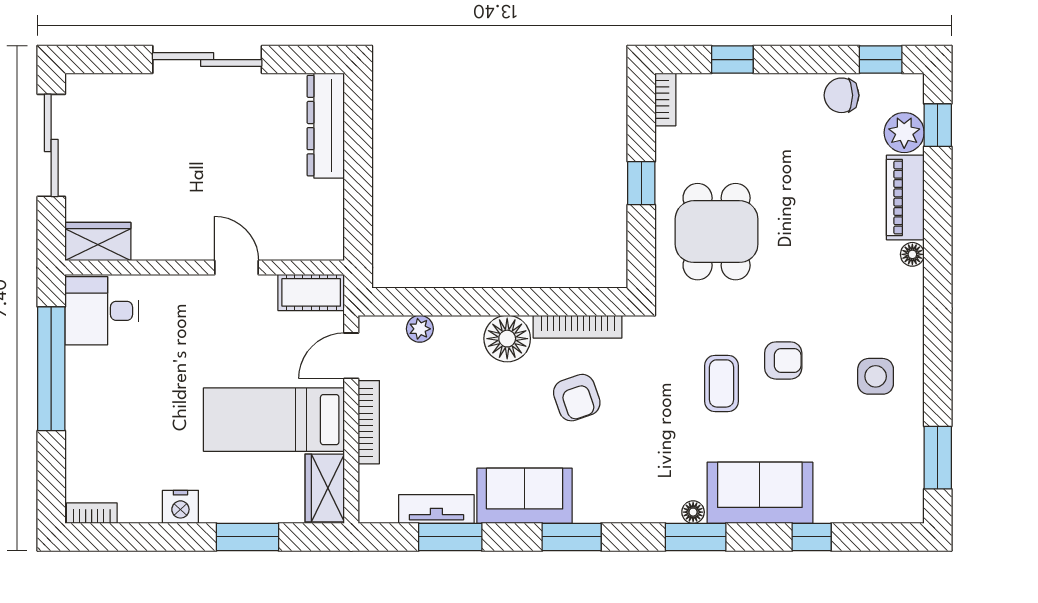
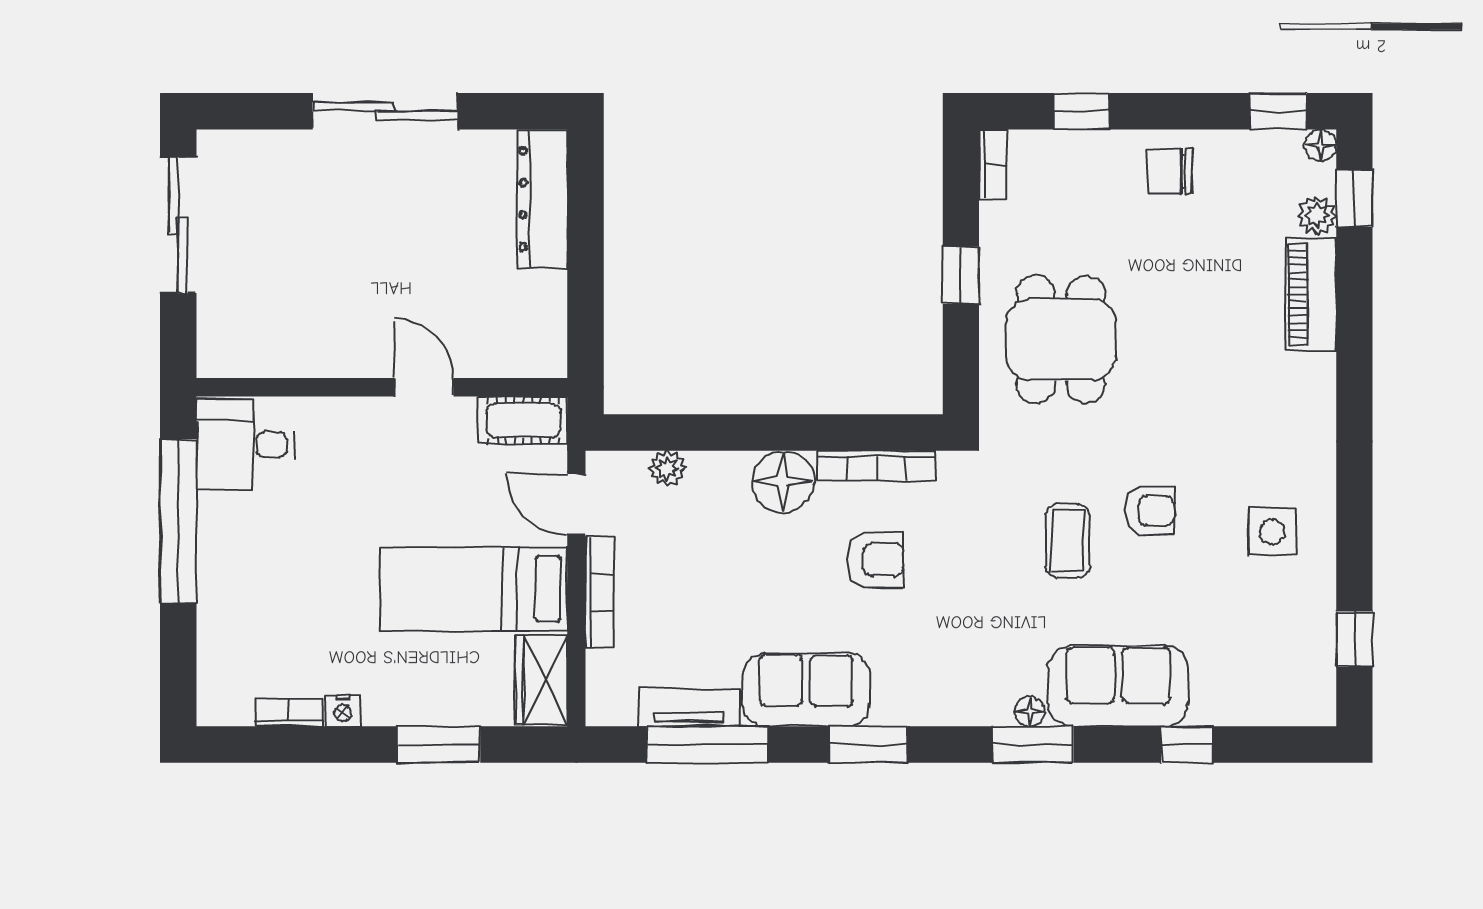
chair: (842, 95) -> (1170, 171), moved
plant: (904, 133) -> (1317, 215), width x0.73, depth x0.73
wardrobe: (98, 242) -> (240, 353), removed
floor lamp: (912, 254) -> (1321, 145), moved
door: (351, 356) -> (576, 504), hinge flipped
armchair: (577, 398) -> (875, 560), turned -71
window: (938, 458) -> (1354, 639), width x0.67
nightstand: (180, 507) -> (343, 710), width x0.72, depth x0.74
bookcase: (92, 513) -> (289, 713), moved
window: (450, 537) -> (708, 745), width x1.44

